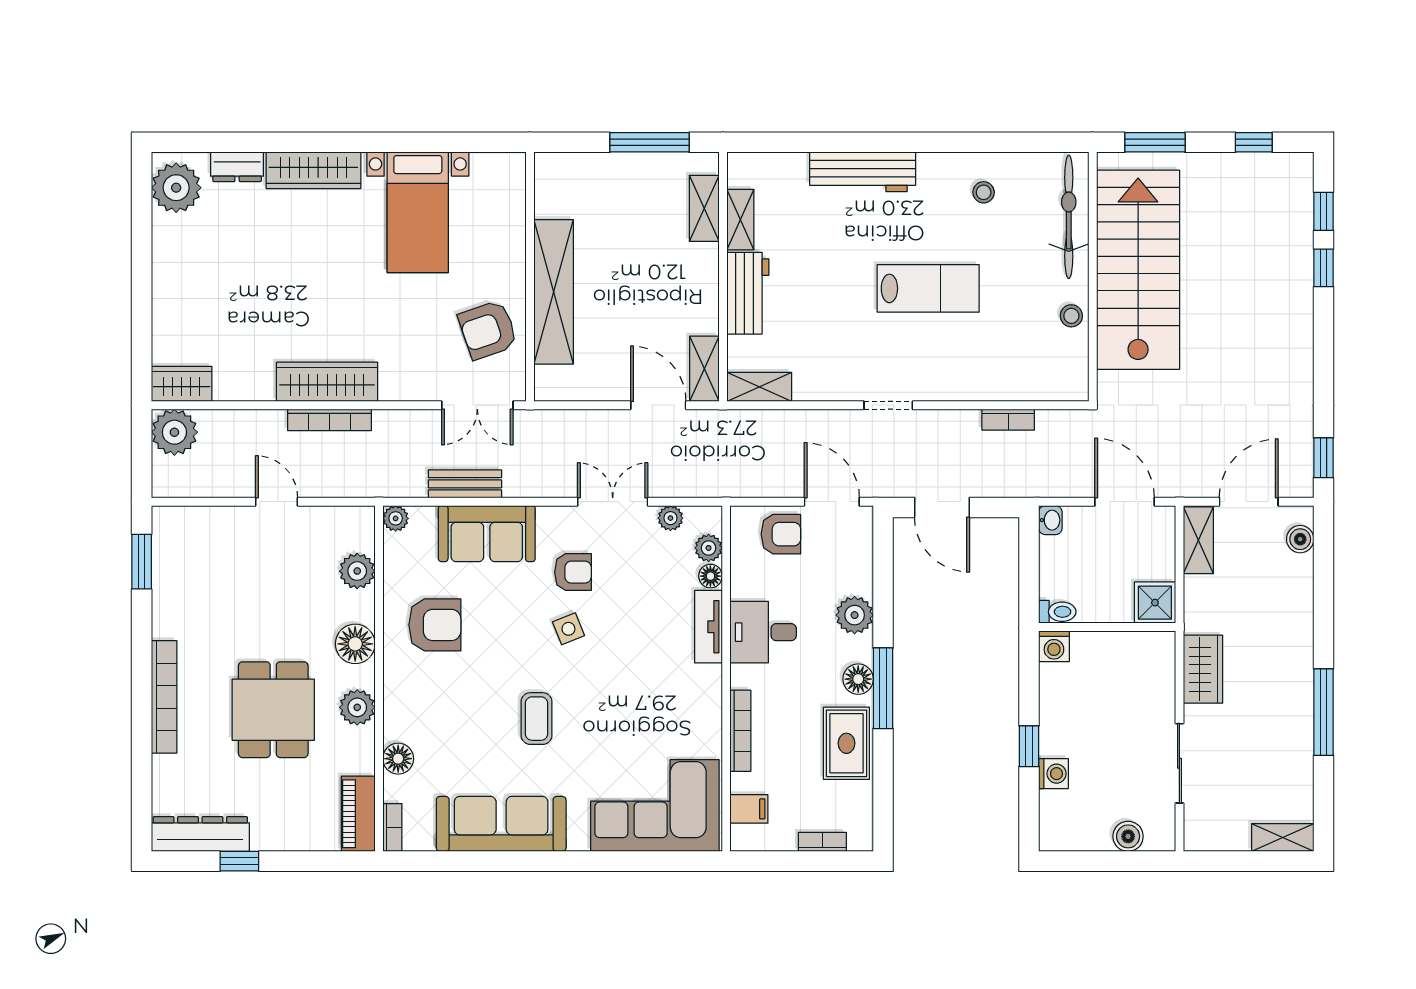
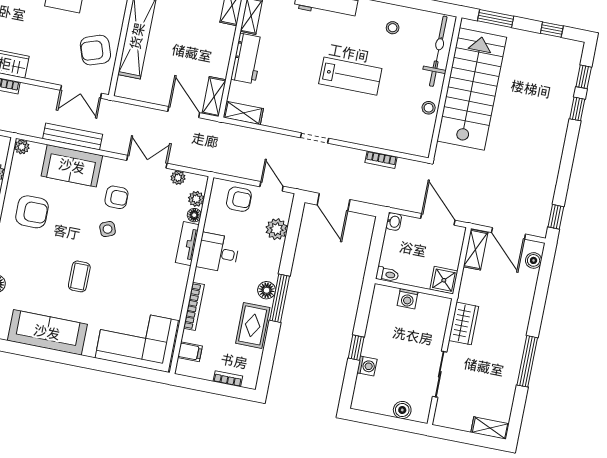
bench: (465, 484) -> (73, 137), width x1.36
door: (832, 502) -> (272, 186), width x0.73
door: (1249, 502) -> (508, 233), swing flipped
plant: (855, 615) -> (277, 229), moved
washing machine: (1054, 646) -> (408, 299), moved

